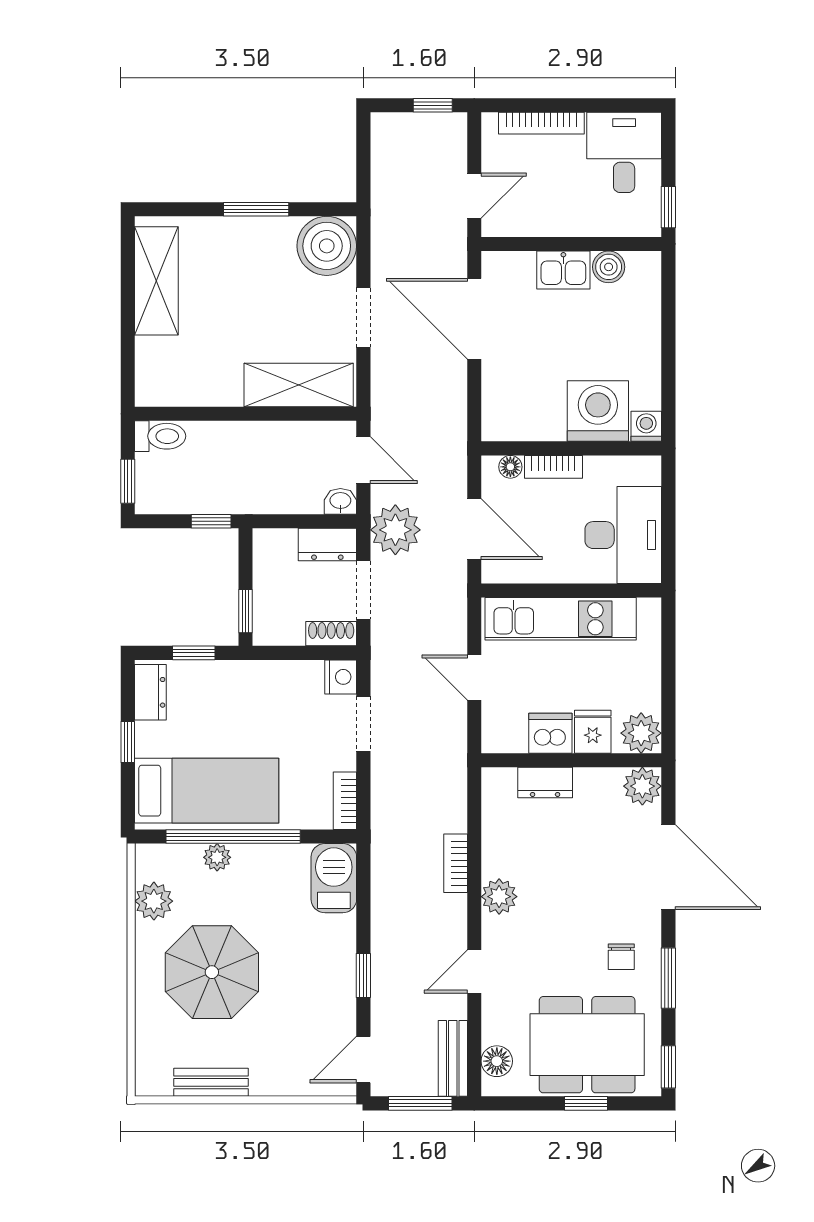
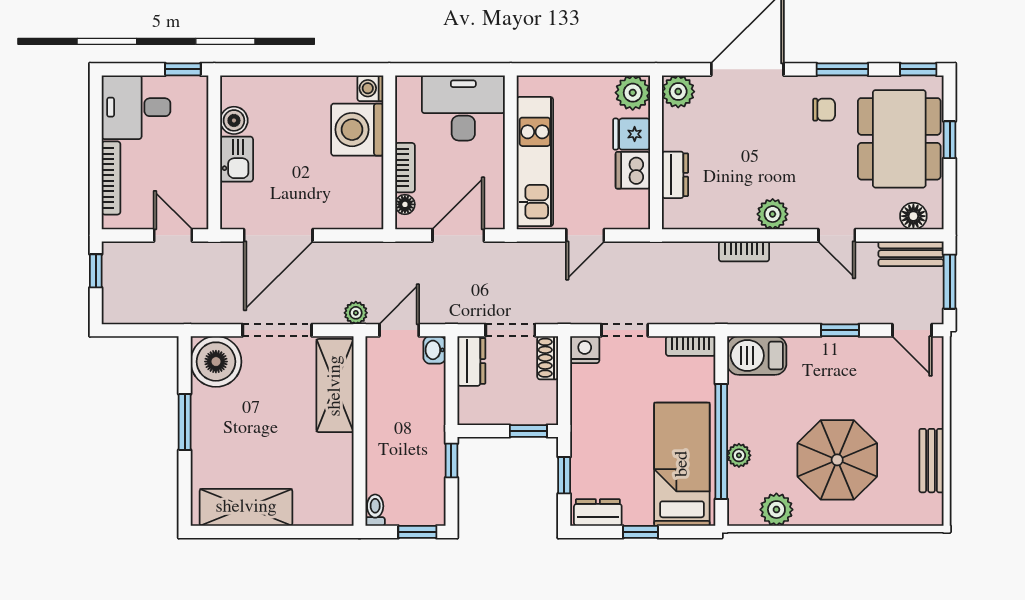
doorway: (363, 317) -> (277, 330), width x1.38
toilet: (160, 436) -> (375, 510), width x0.73, depth x0.72
plant: (395, 530) -> (356, 313), moved, width x0.53, depth x0.53

